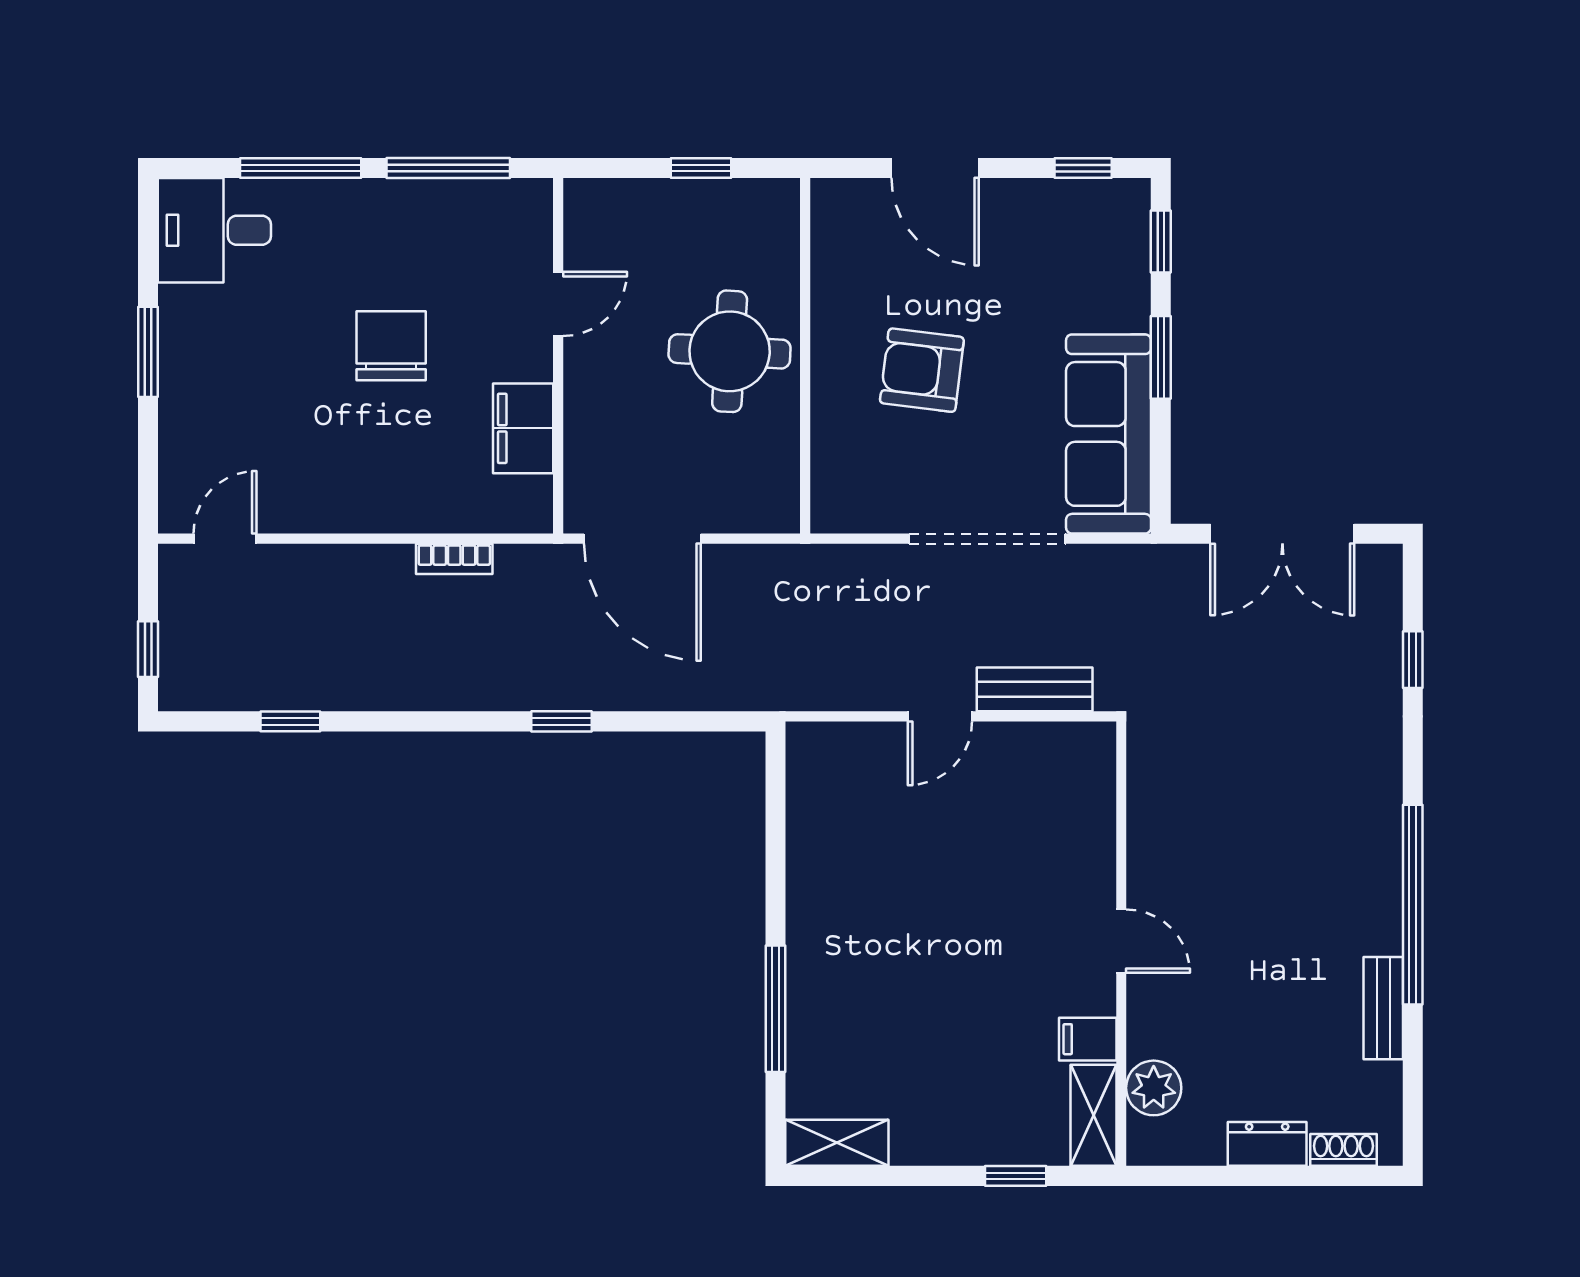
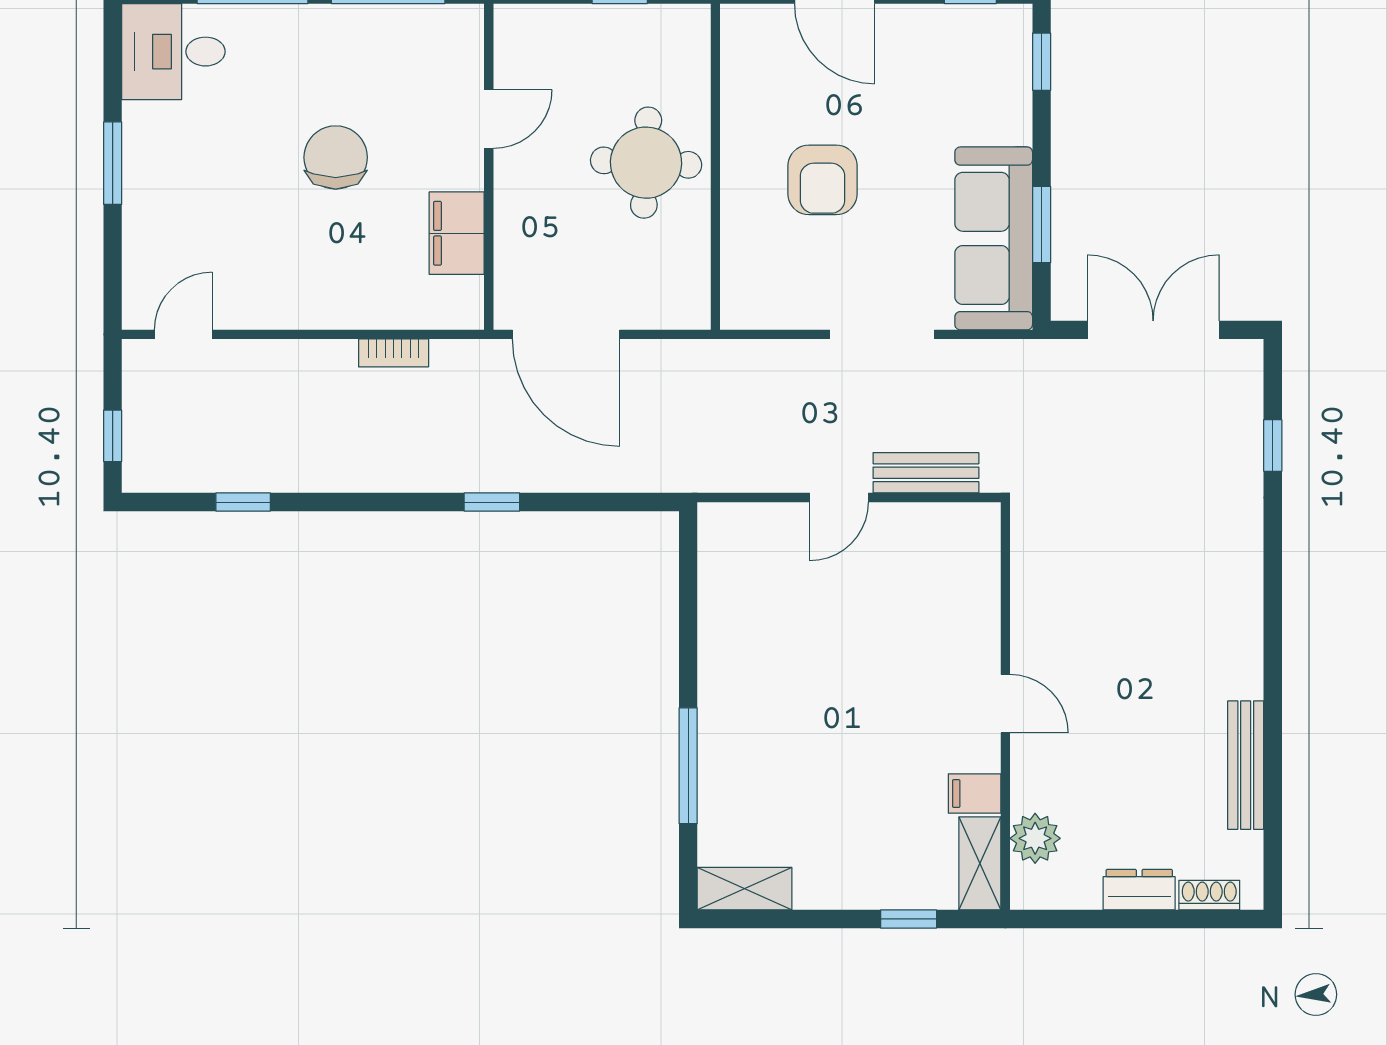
window: (1161, 357) -> (1042, 225), moved
armchair: (922, 370) -> (822, 180), turned -97
double door: (1282, 534) -> (1153, 330), swing flipped
doorway: (987, 539) -> (882, 334), width x0.73
window: (1413, 905) -> (1273, 670), removed
bench: (1383, 1008) -> (1246, 765), width x1.36

